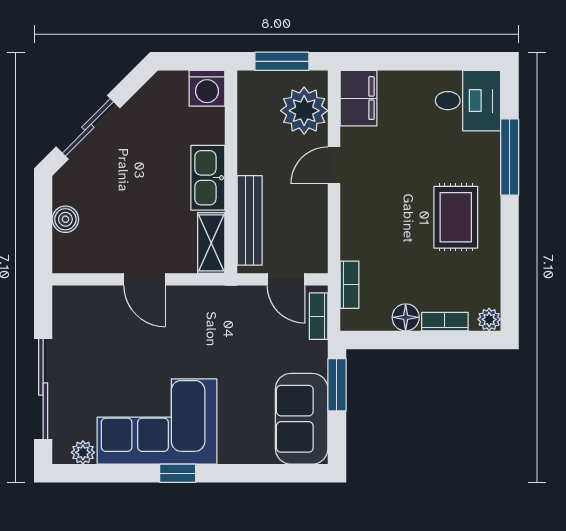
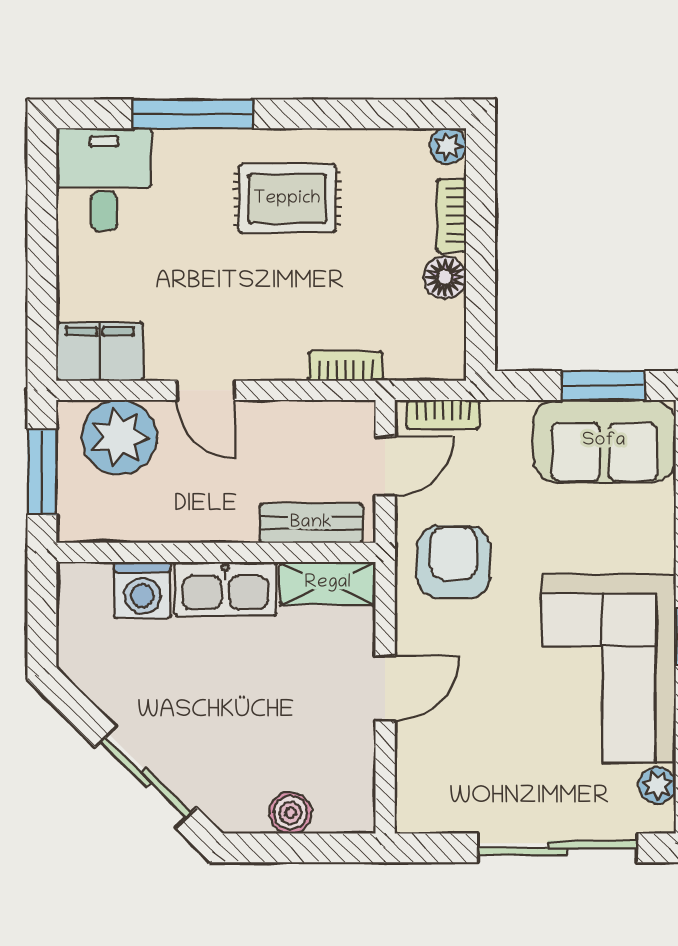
washing machine: (207, 88) -> (142, 590), moved, turned 90
bench: (250, 220) -> (311, 523), width x0.73
bookcase: (349, 285) -> (346, 366), moved
armchair: (225, 323) -> (454, 562), added
window: (337, 385) -> (603, 386), moved

